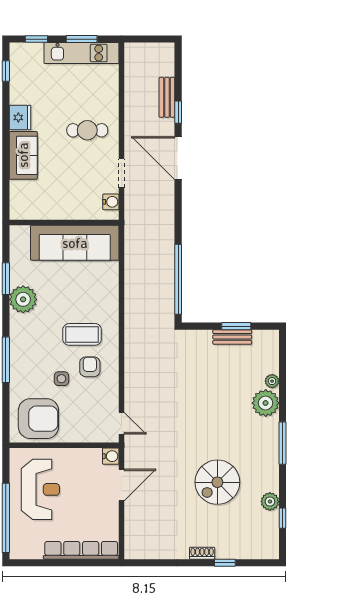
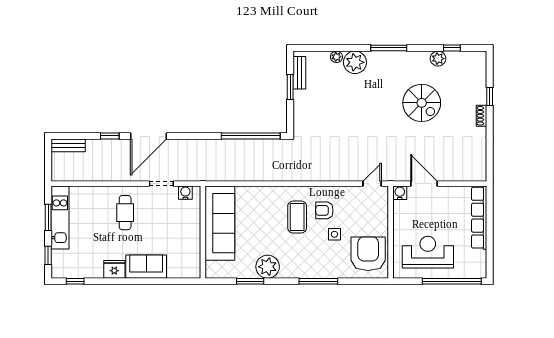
bench: (167, 97) -> (68, 145), moved
bench: (232, 337) -> (299, 73), moved

